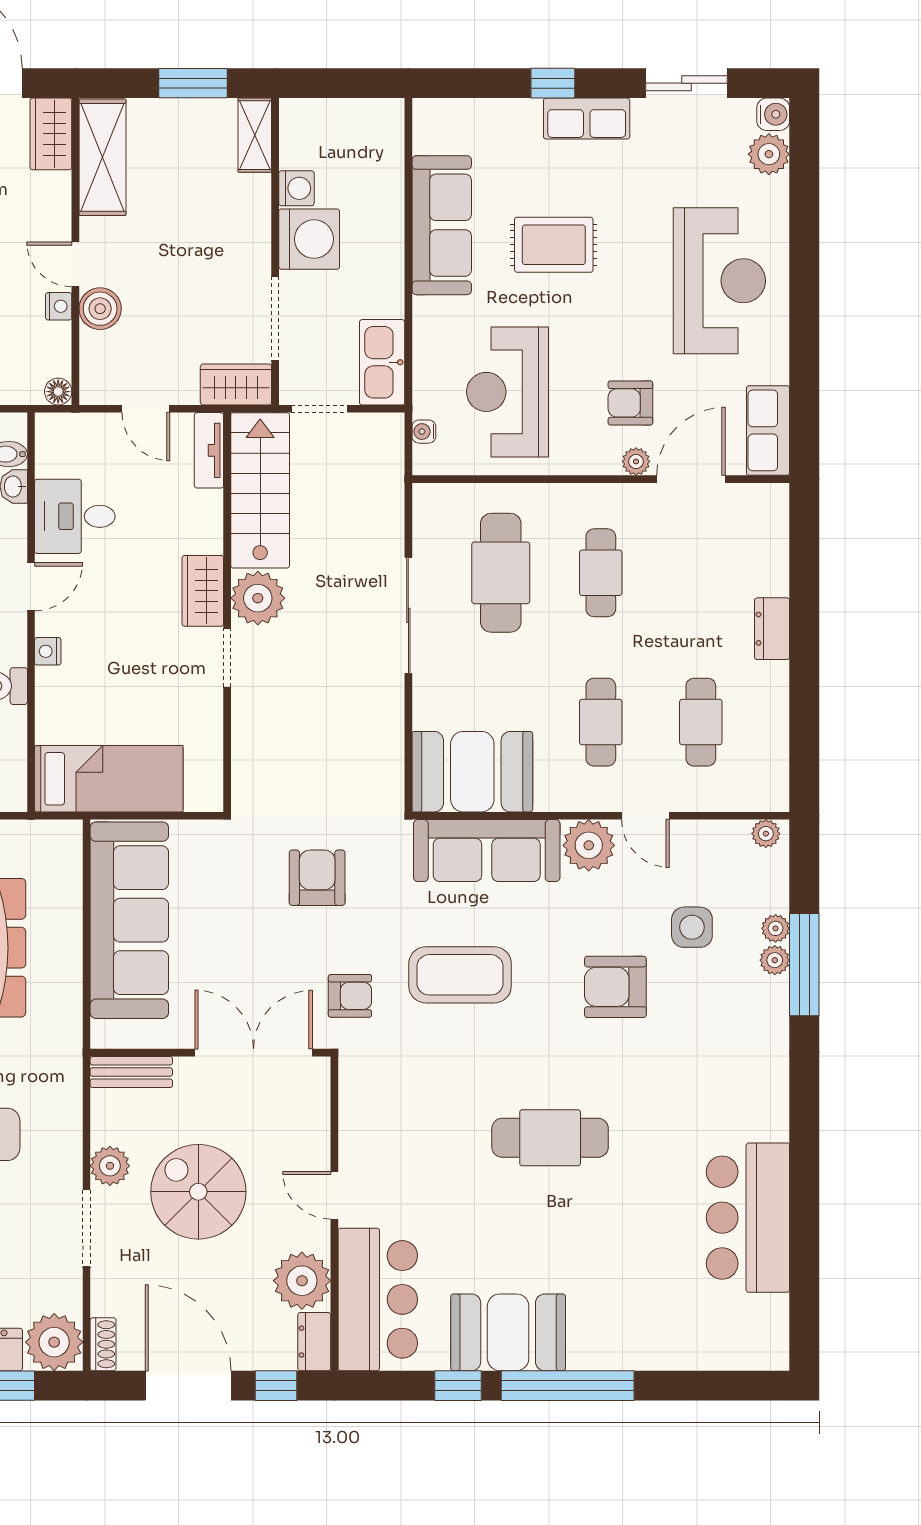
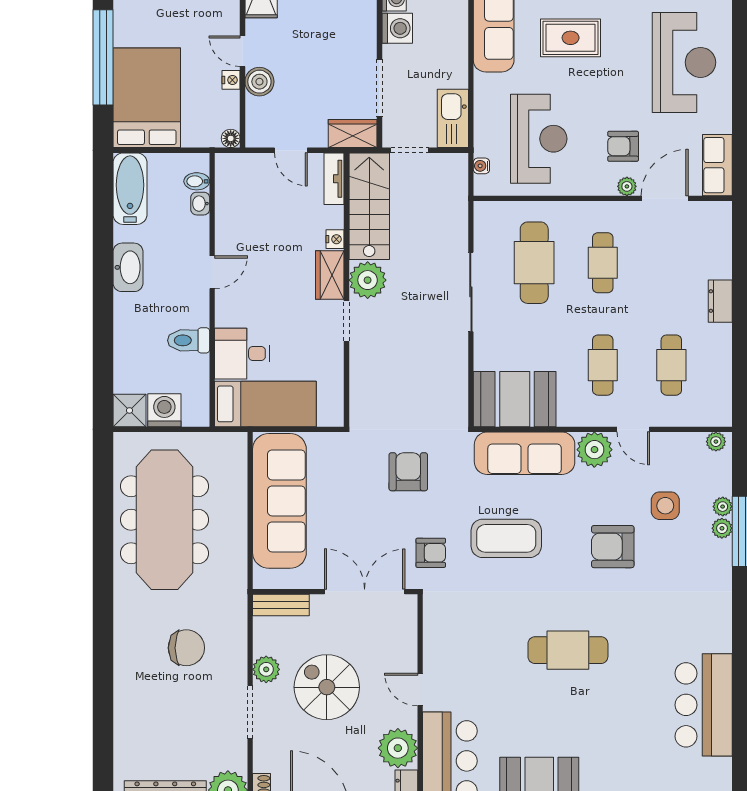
washing machine: (309, 239) -> (397, 28), width x0.73, depth x0.73
reception desk: (508, 392) -> (539, 139), turned 180
desk: (75, 516) -> (242, 354), moved
nightstand: (48, 651) -> (335, 239), moved, turned 180

